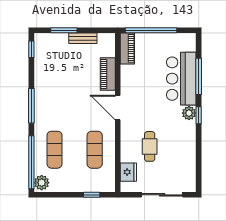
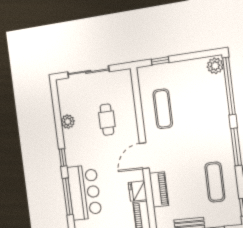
door: (118, 108) -> (144, 156), swing flipped
plant: (189, 113) -> (68, 122), moved
exercise mat: (55, 150) -> (215, 182), moved
fridge: (128, 172) -> (138, 191), moved

